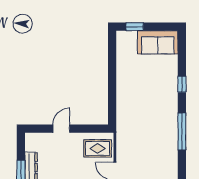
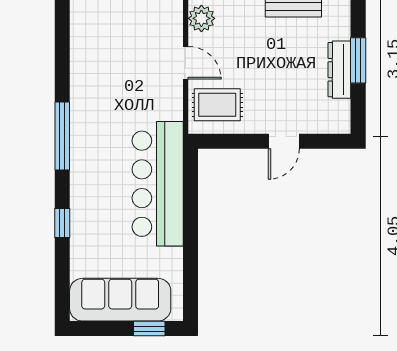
sofa: (158, 42) -> (120, 300), width x1.36
bar counter: (130, 105) -> (158, 184), added

